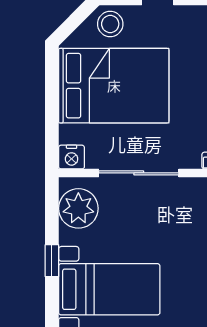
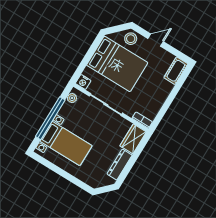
plant: (78, 208) -> (72, 98), width x0.53, depth x0.53
window: (52, 261) -> (50, 118), width x3.17

